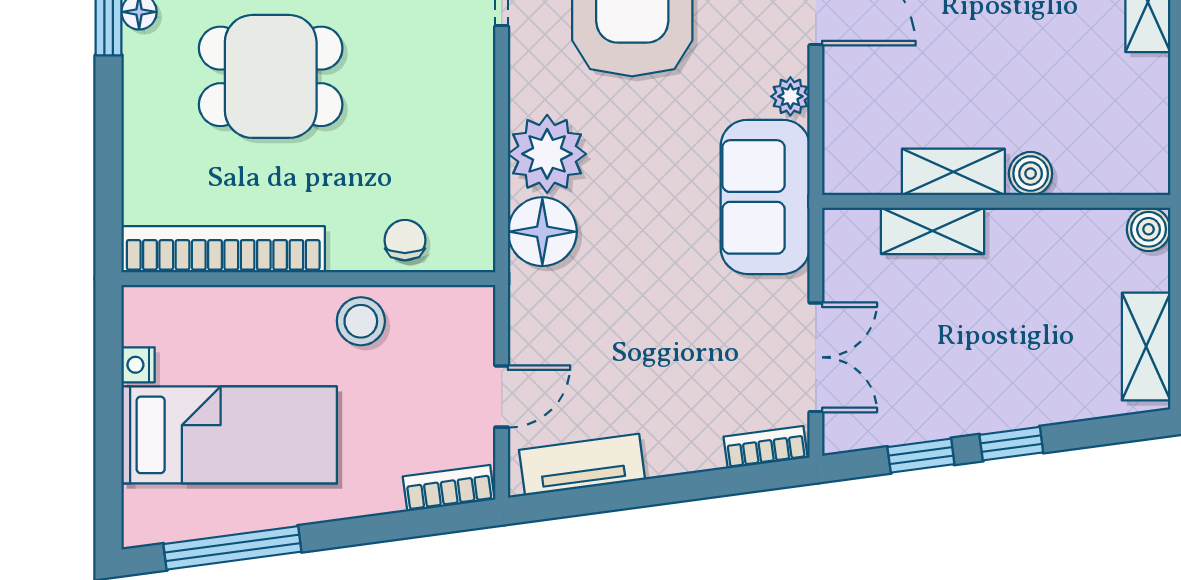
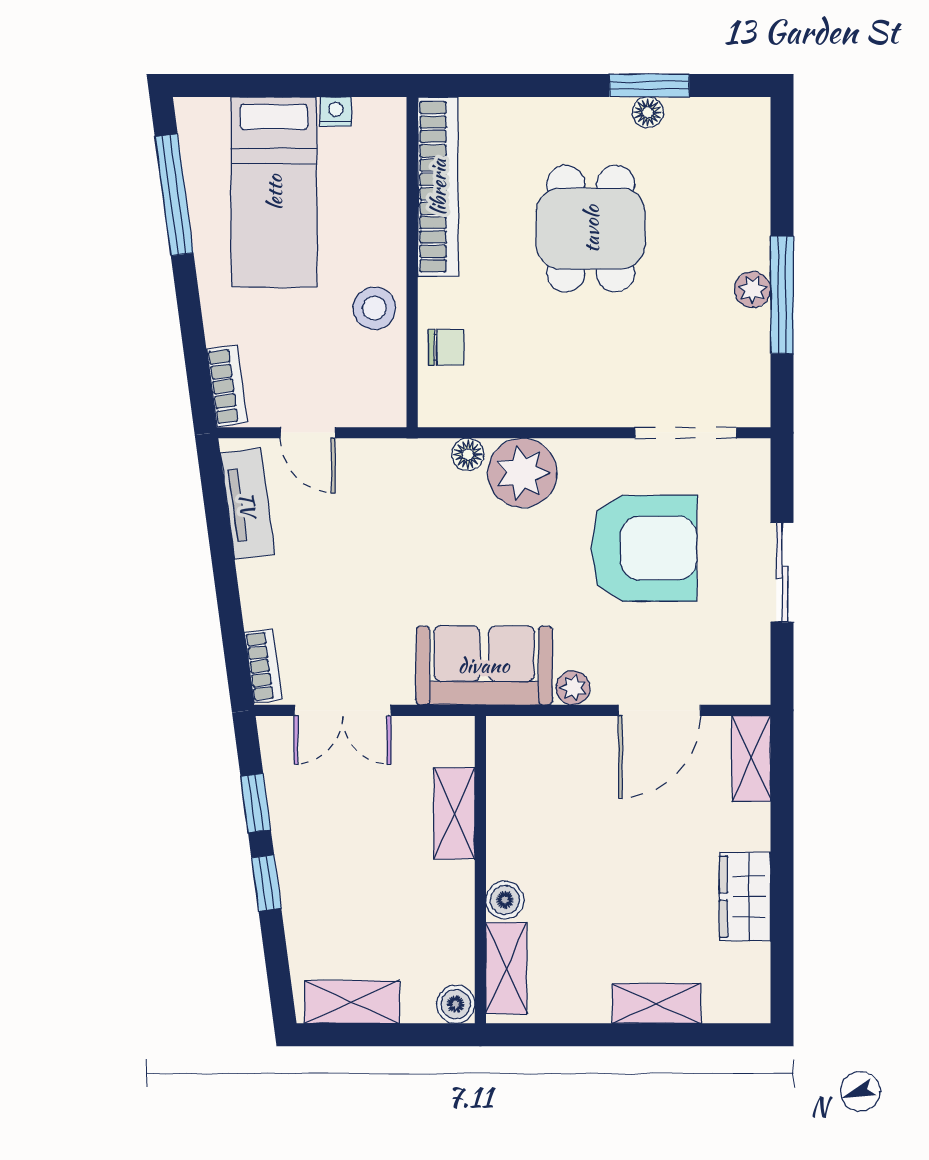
shelving: (953, 172) -> (506, 968), moved
floor lamp: (542, 232) -> (468, 454), width x0.53, depth x0.53

